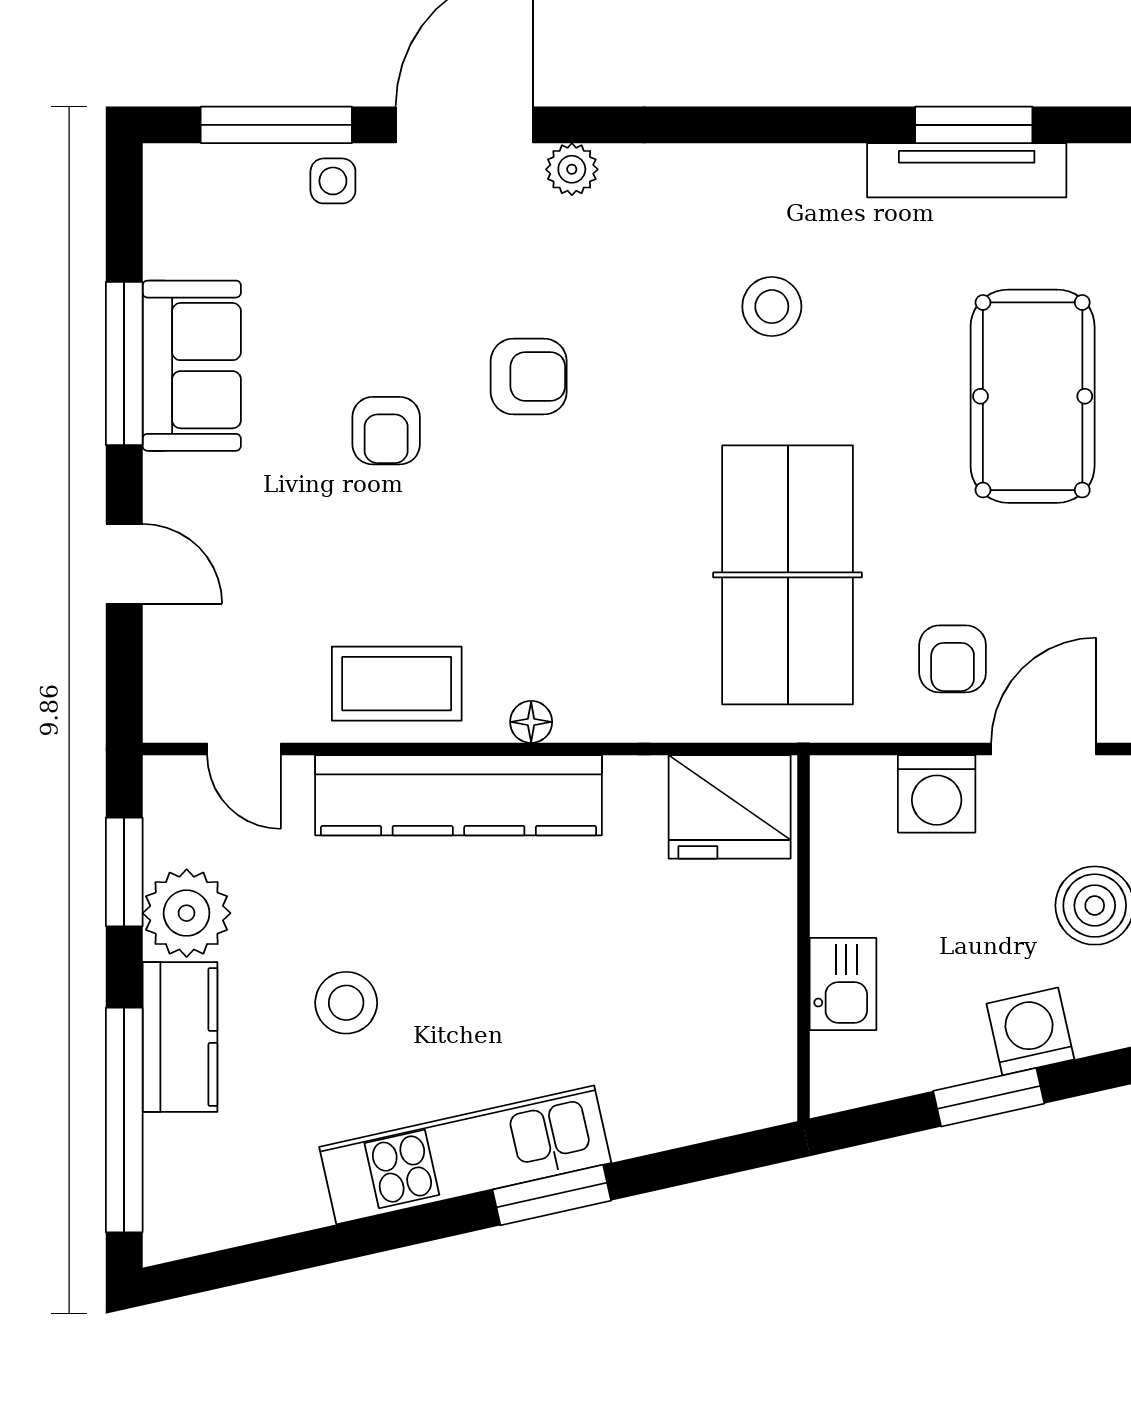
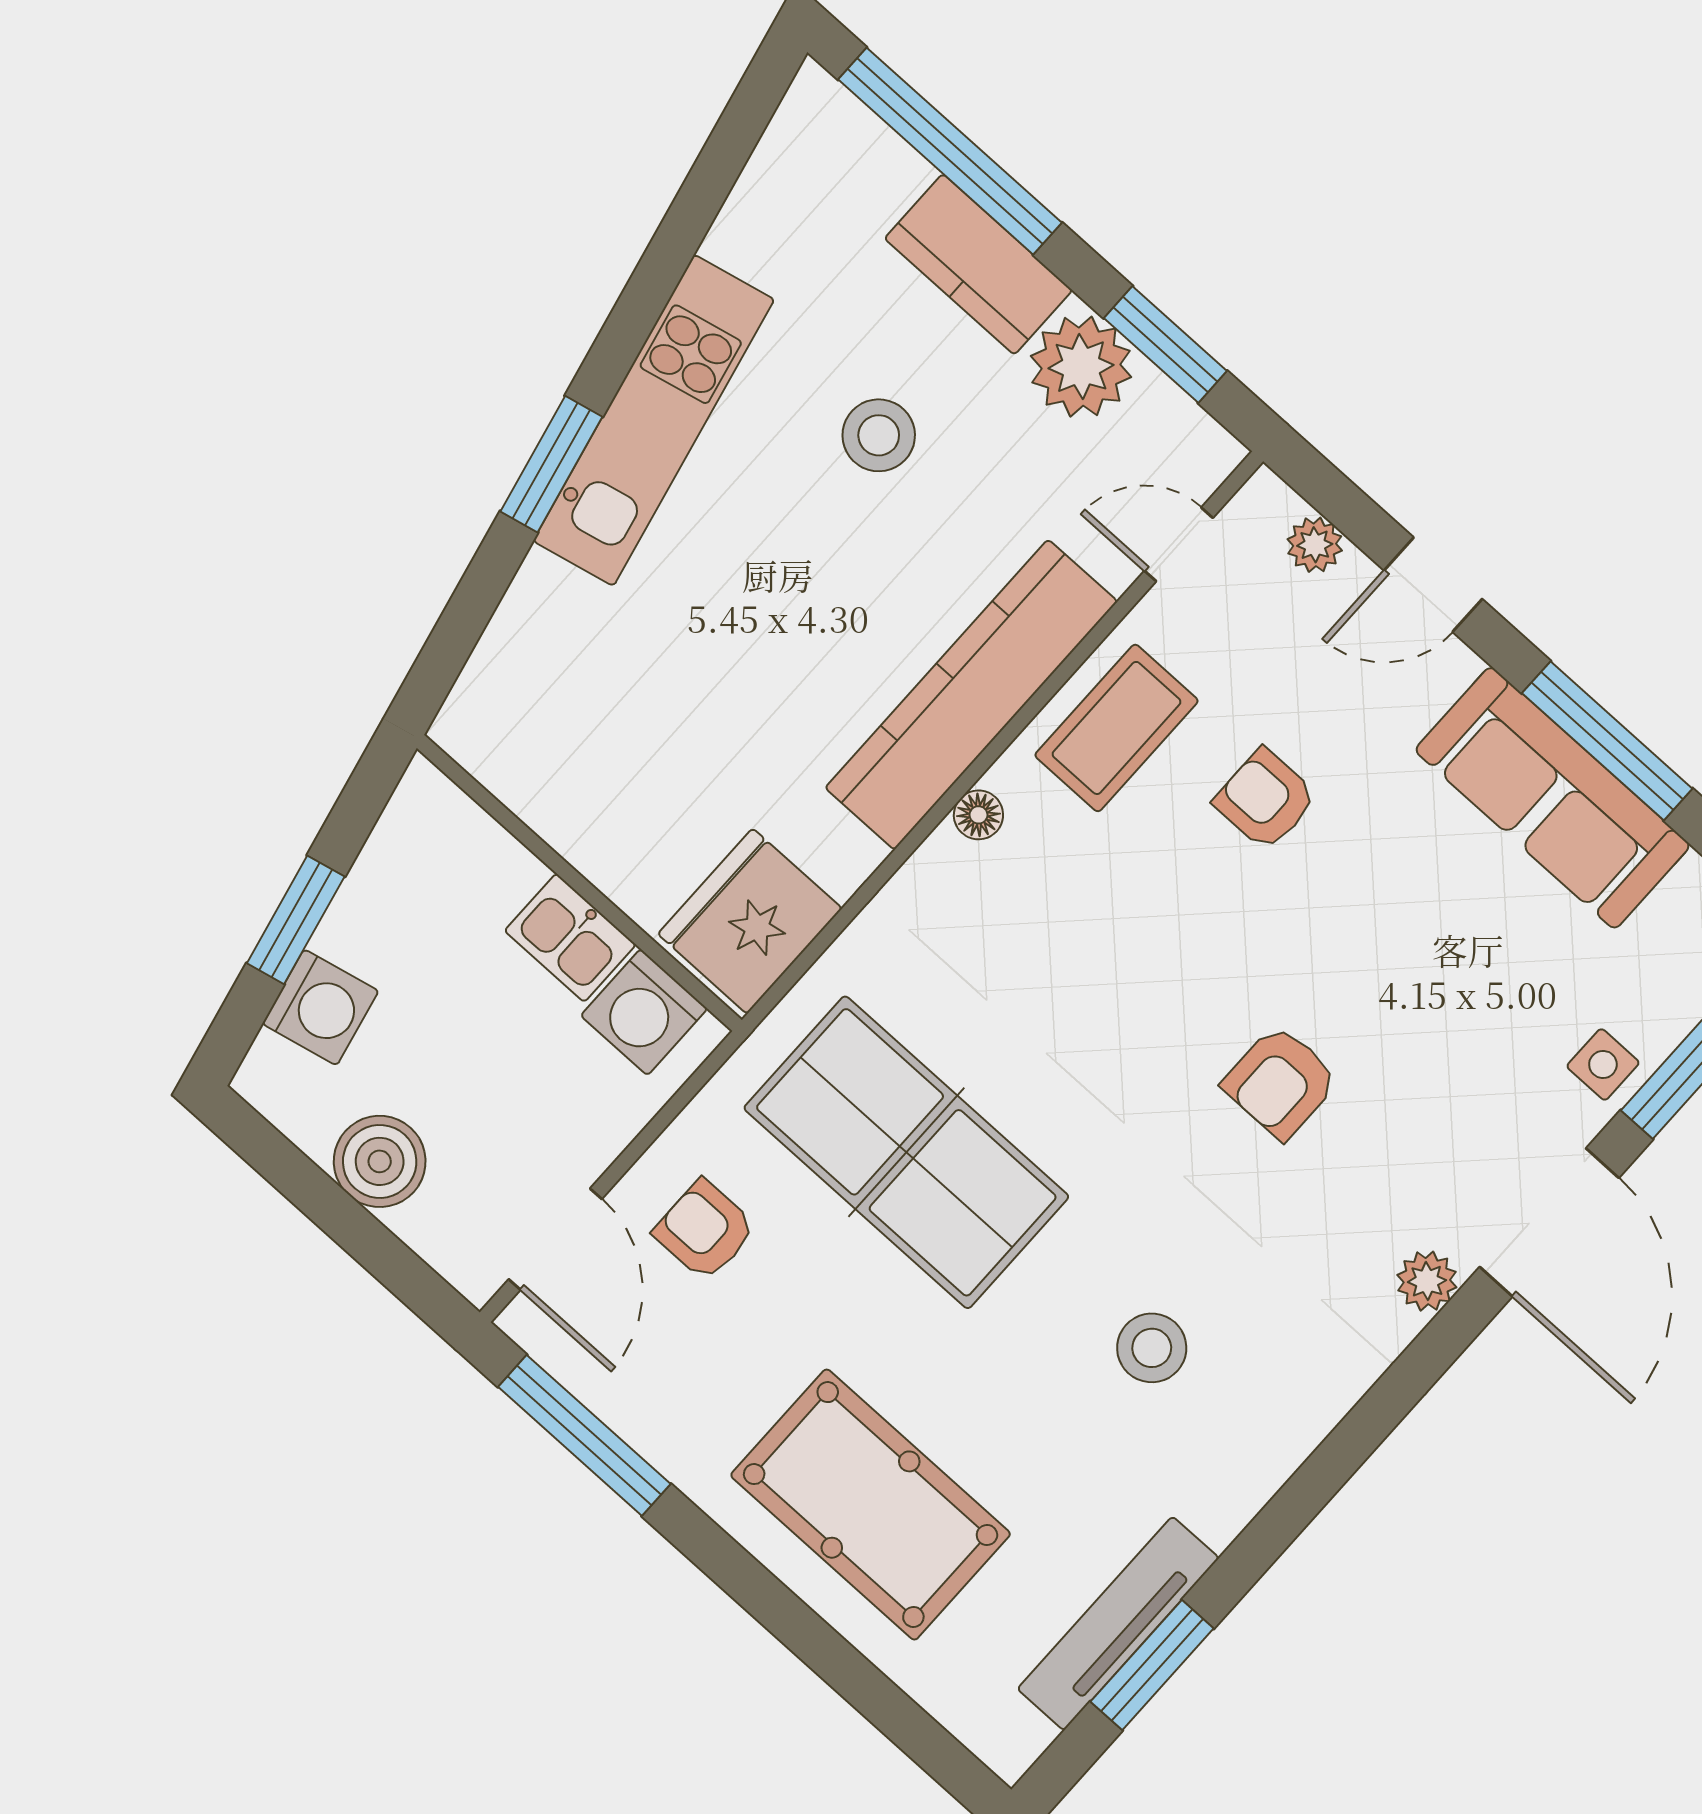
sofa: (192, 366) -> (1553, 798), width x1.36
armchair: (386, 431) -> (1265, 800), moved
plant: (166, 662) -> (1315, 545), added
washing machine: (937, 794) -> (644, 1012), moved, turned -90
kitchen sink: (843, 984) -> (570, 938), moved

